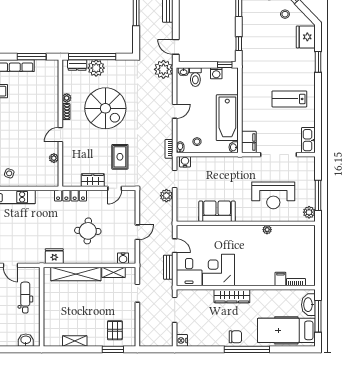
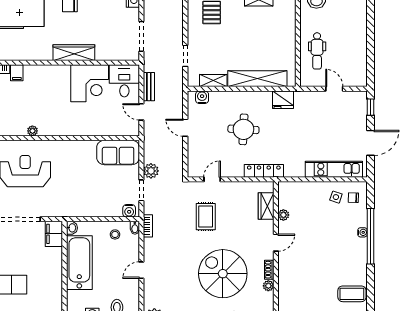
wardrobe: (93, 180) -> (266, 206), moved, turned 90
sofa: (217, 211) -> (118, 152), moved
door: (137, 232) -> (185, 128), hinge flipped

